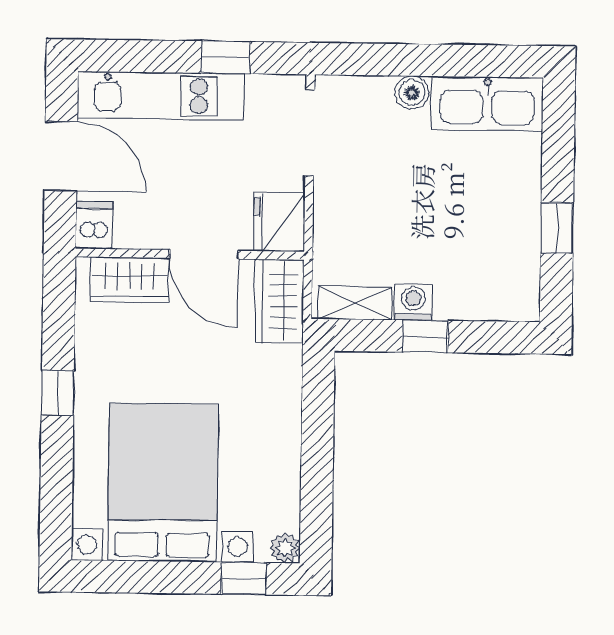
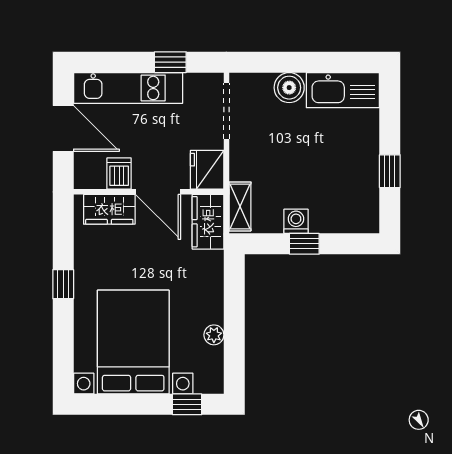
boiler: (412, 93) -> (289, 88), width x1.36, depth x1.36
dishwasher: (94, 225) -> (119, 174), moved
shelving: (355, 303) -> (240, 206), moved, turned 90
plant: (285, 548) -> (214, 335), moved

